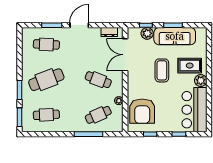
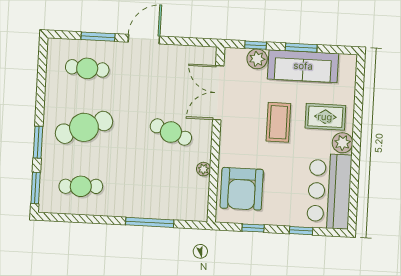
dresser: (109, 32) -> (194, 53), removed
cafe table: (98, 115) -> (168, 191), removed

